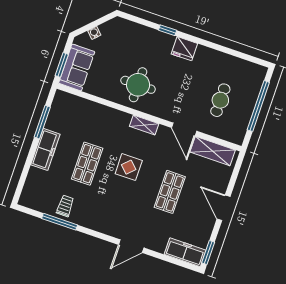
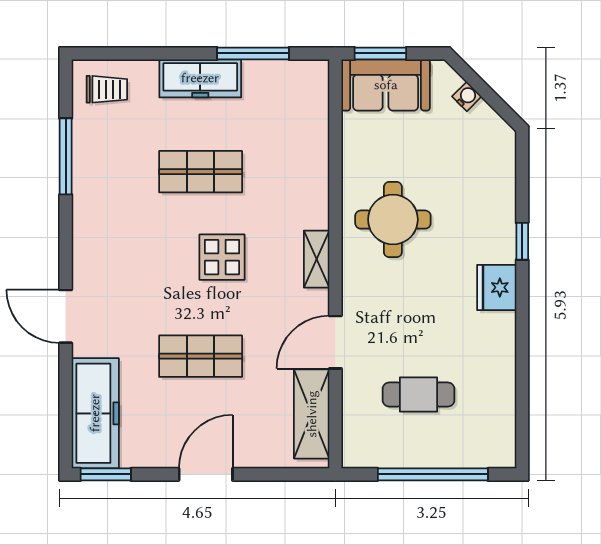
trolley: (65, 206) -> (107, 89), moved
freezer: (185, 252) -> (95, 413), width x1.36, depth x1.26

